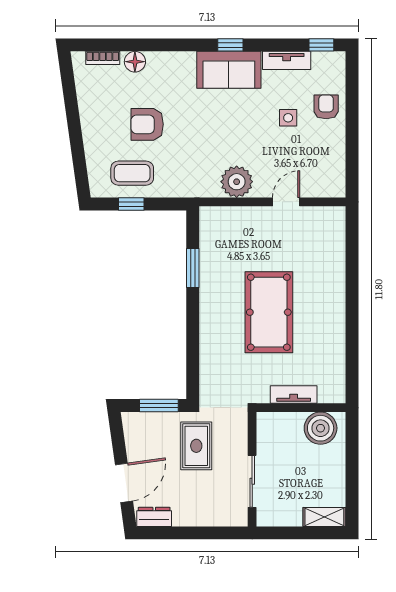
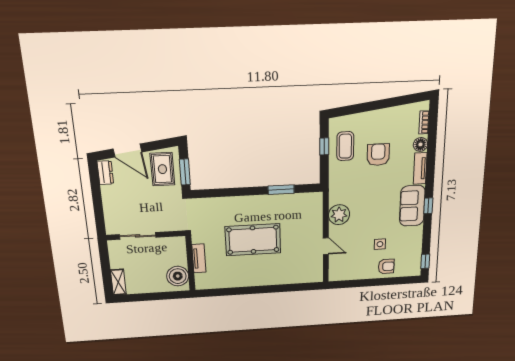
tv unit: (287, 60) -> (420, 168), moved
rug: (196, 446) -> (162, 169), moved, turned 90

